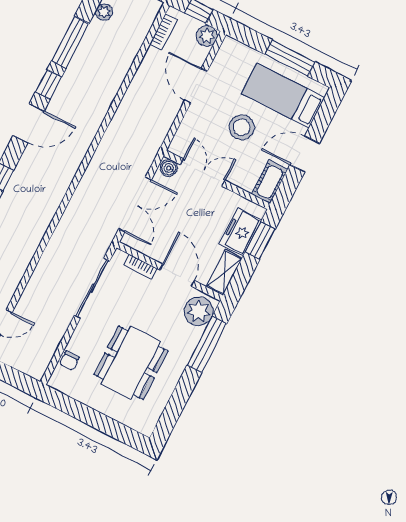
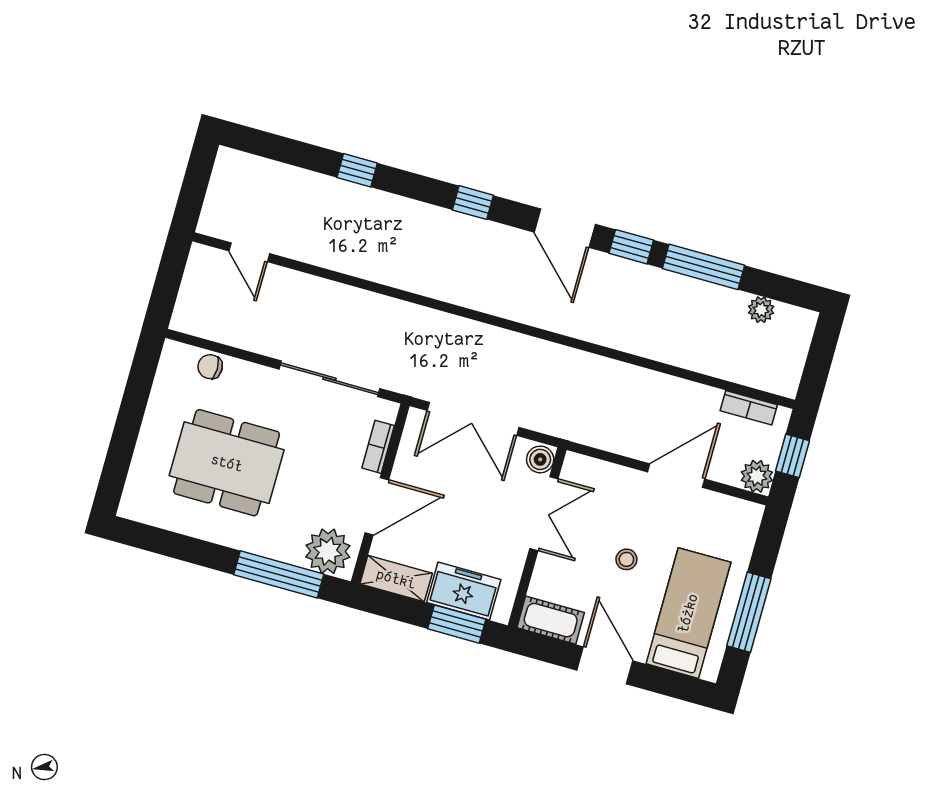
stool: (242, 127) -> (626, 559), width x0.53, depth x0.53

